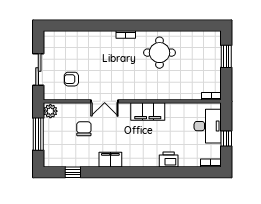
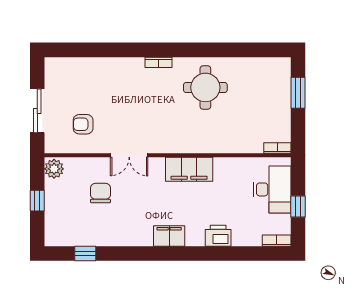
window: (38, 134) -> (37, 201), width x0.46
filing cabinet: (110, 160) -> (169, 236), moved

